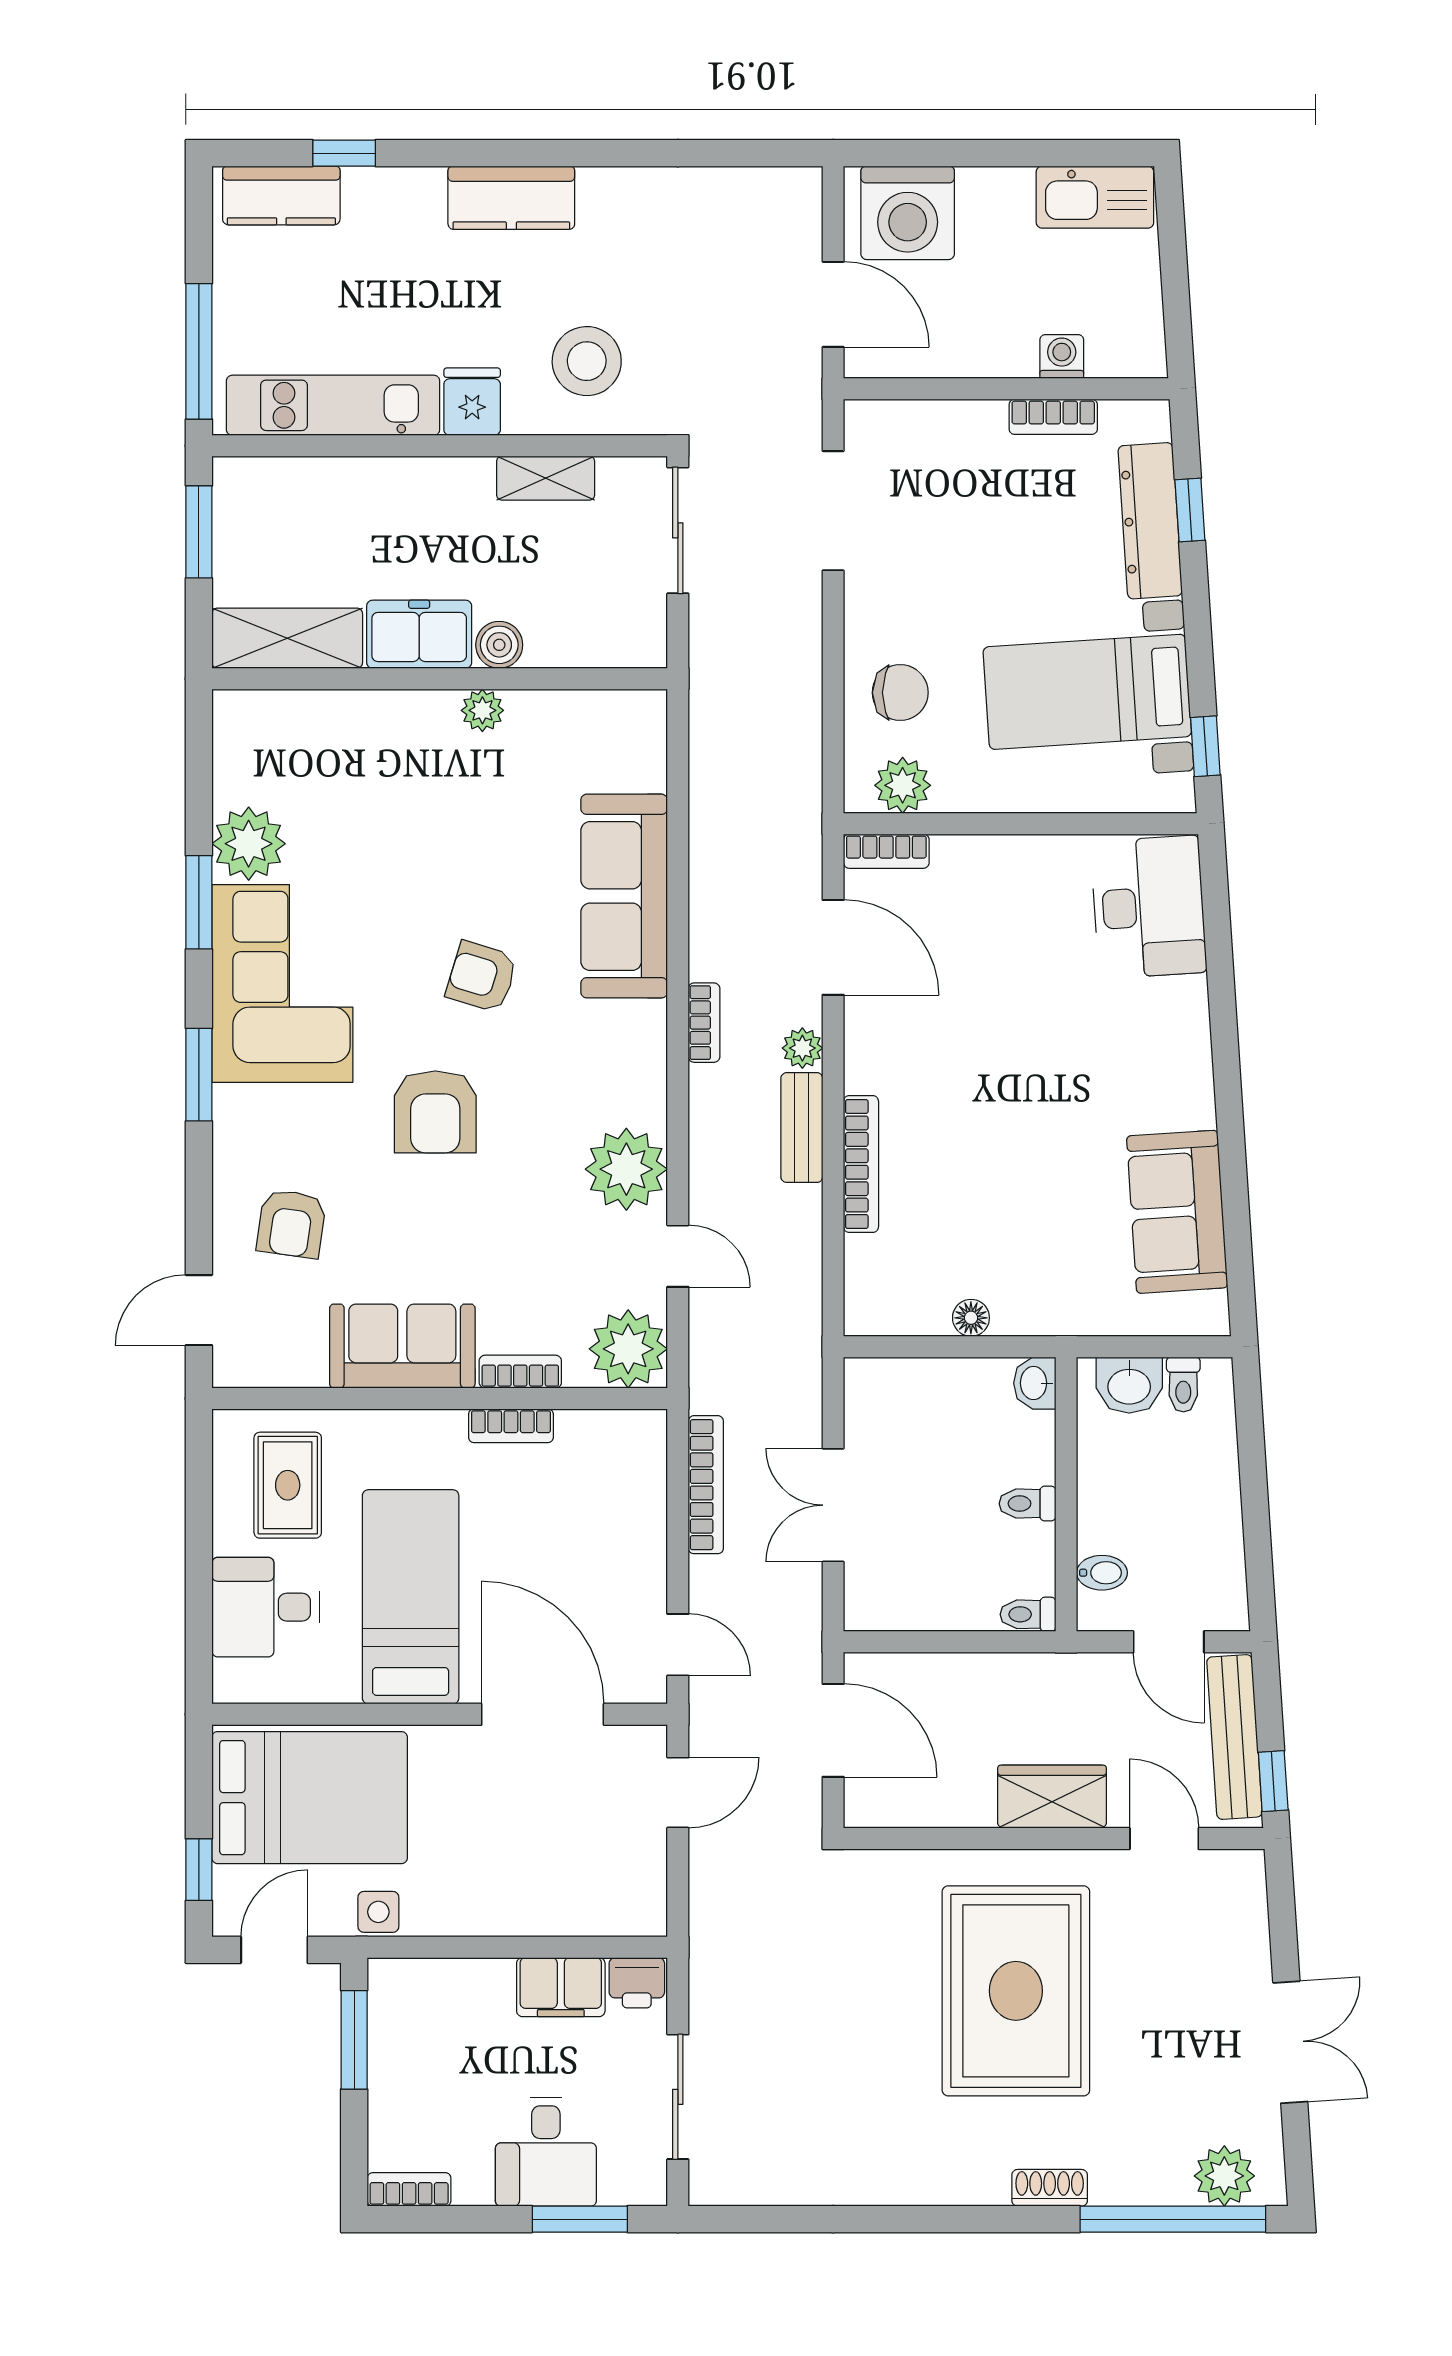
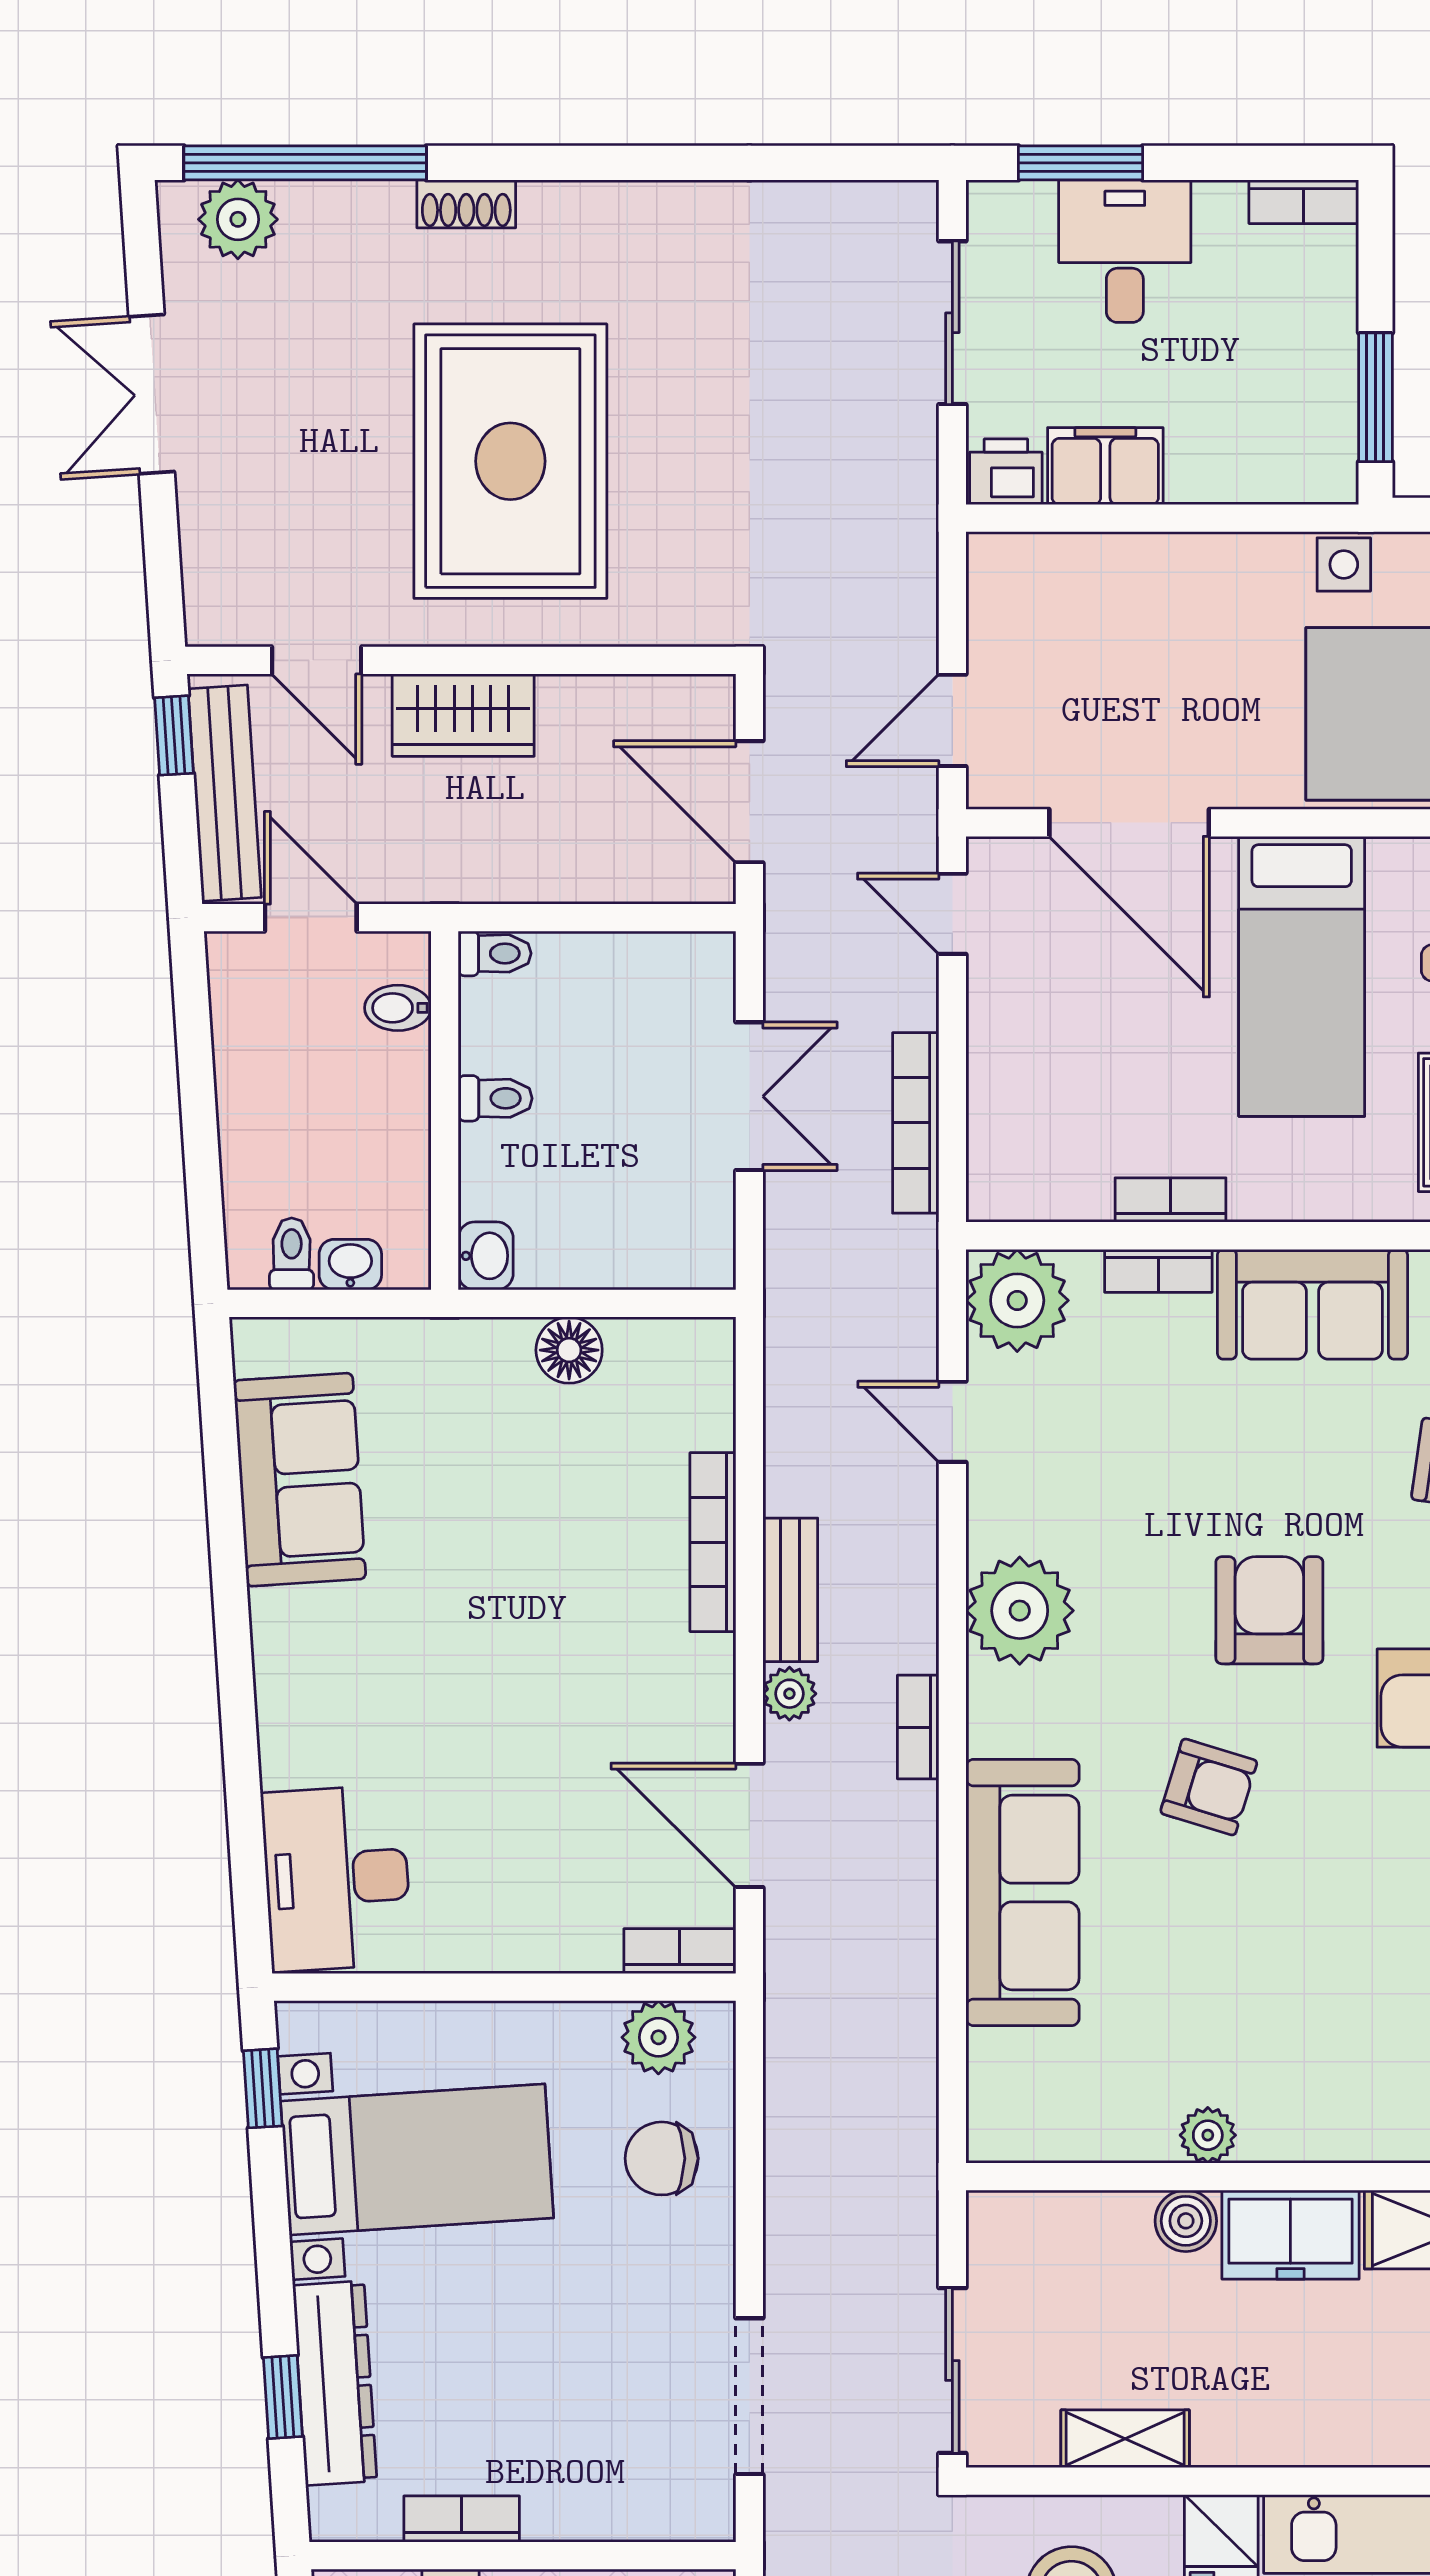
plant: (626, 1169) -> (1020, 1611), moved
floor lamp: (971, 1318) -> (569, 1350), width x1.37, depth x1.37
washbasin: (1129, 1385) -> (350, 1265), width x0.72, depth x0.69

